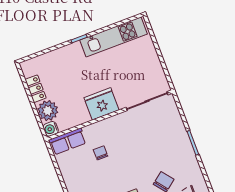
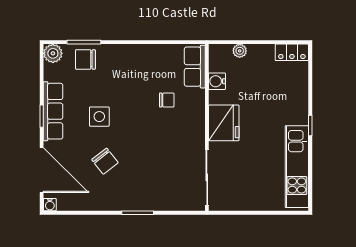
locker: (36, 89) -> (292, 52), moved
plant: (48, 111) -> (240, 51), width x0.53, depth x0.53
water cooler: (51, 129) -> (217, 81), moved, turned -90

